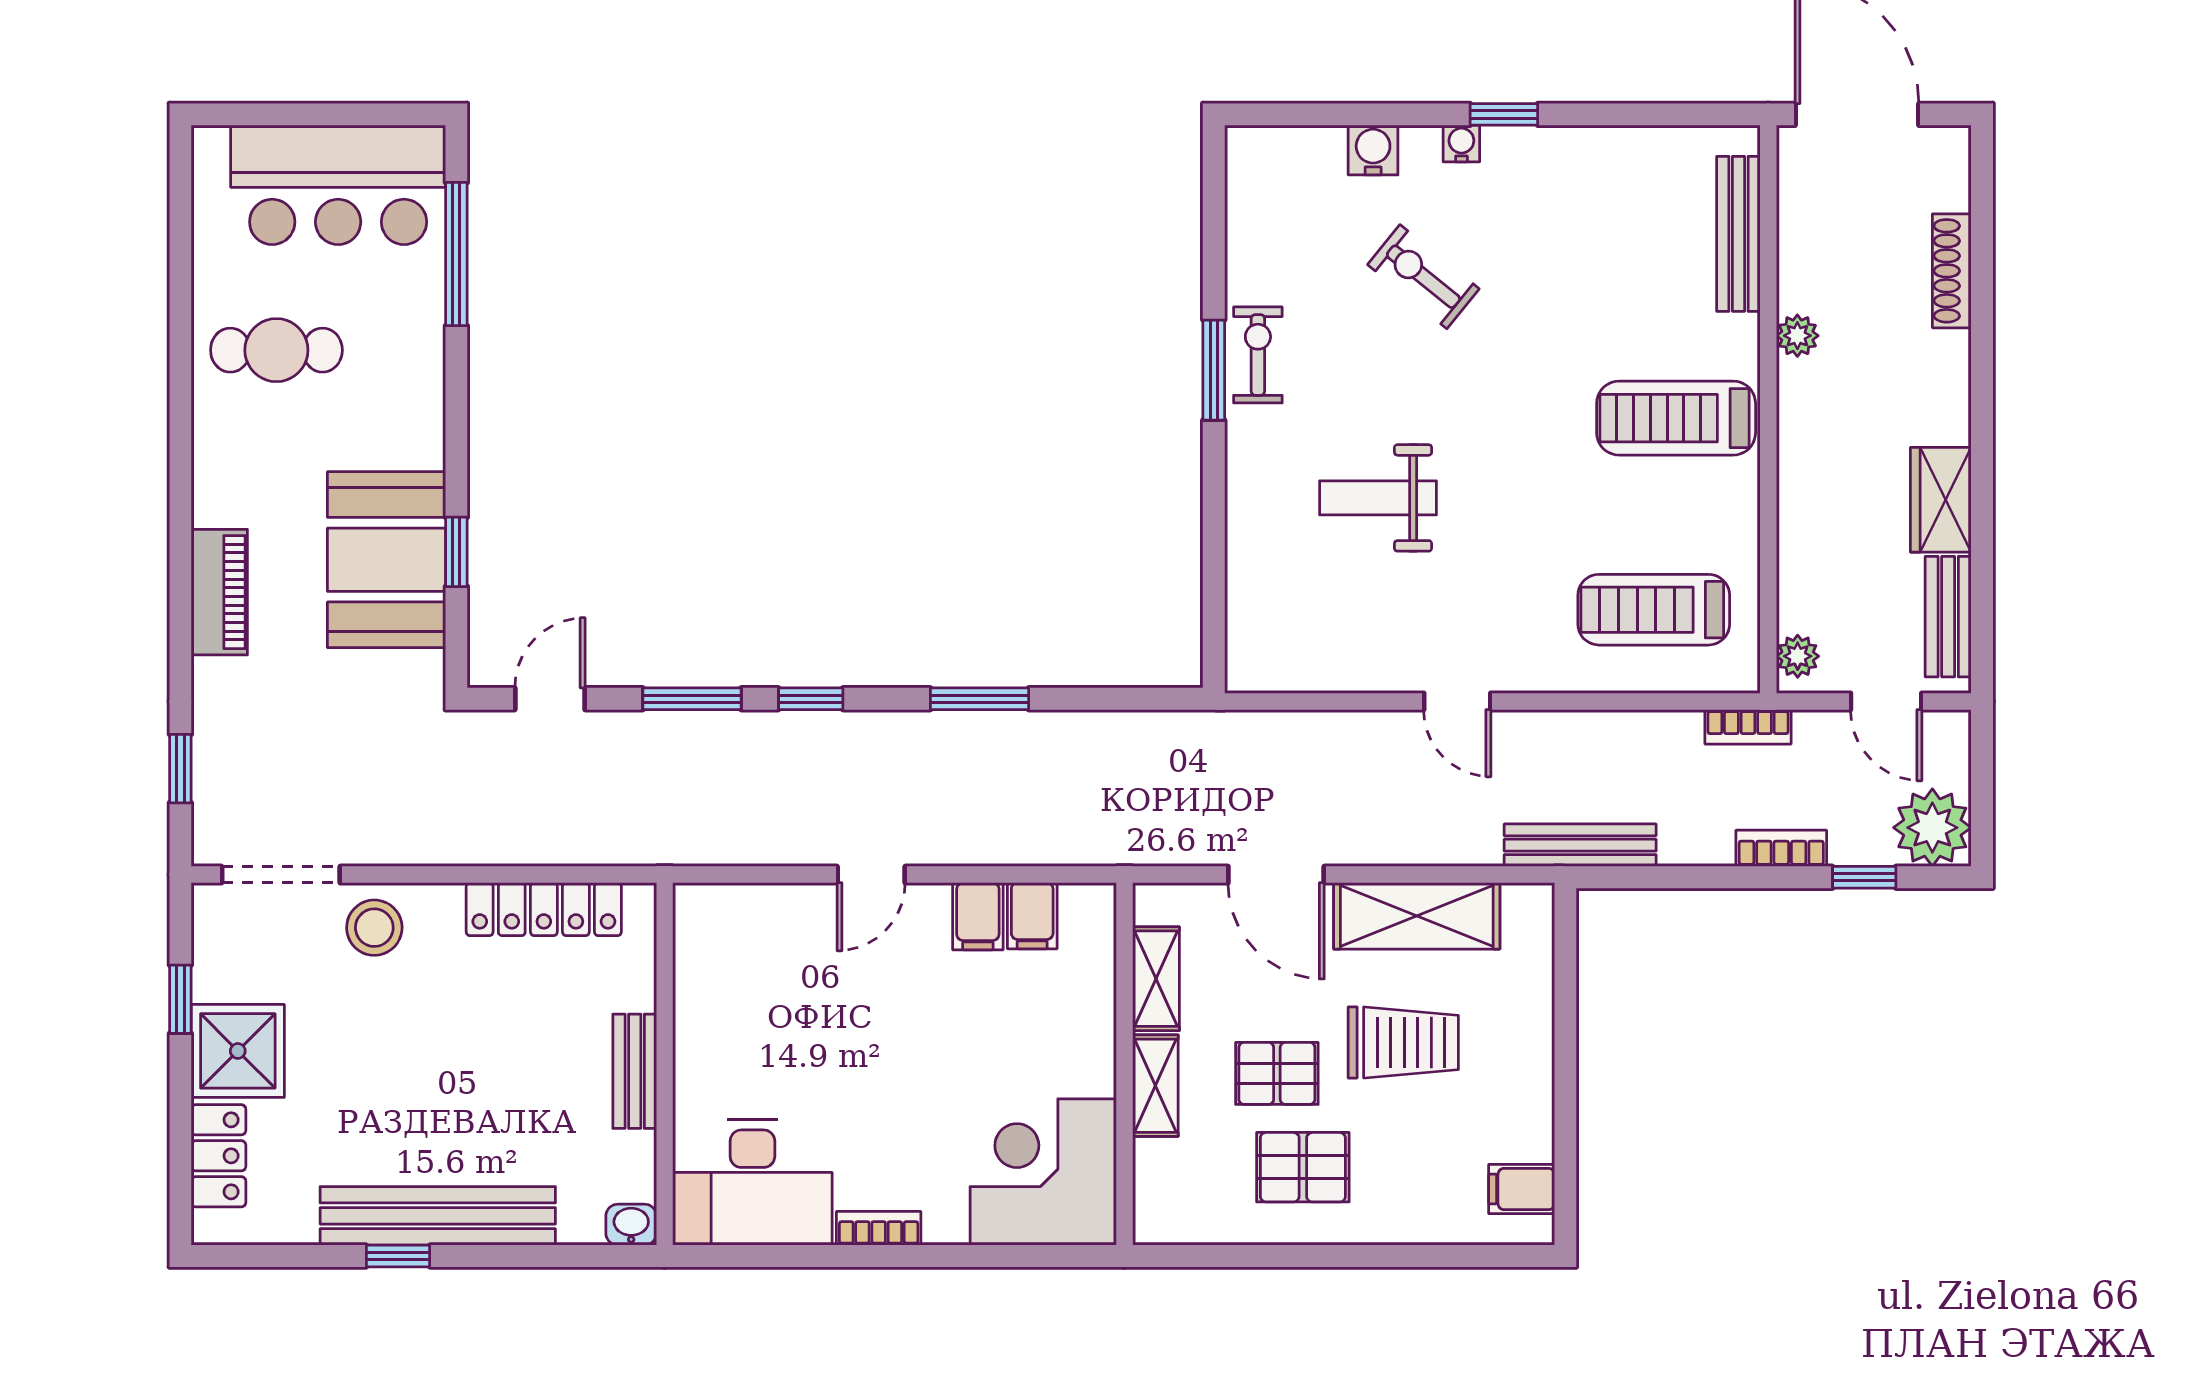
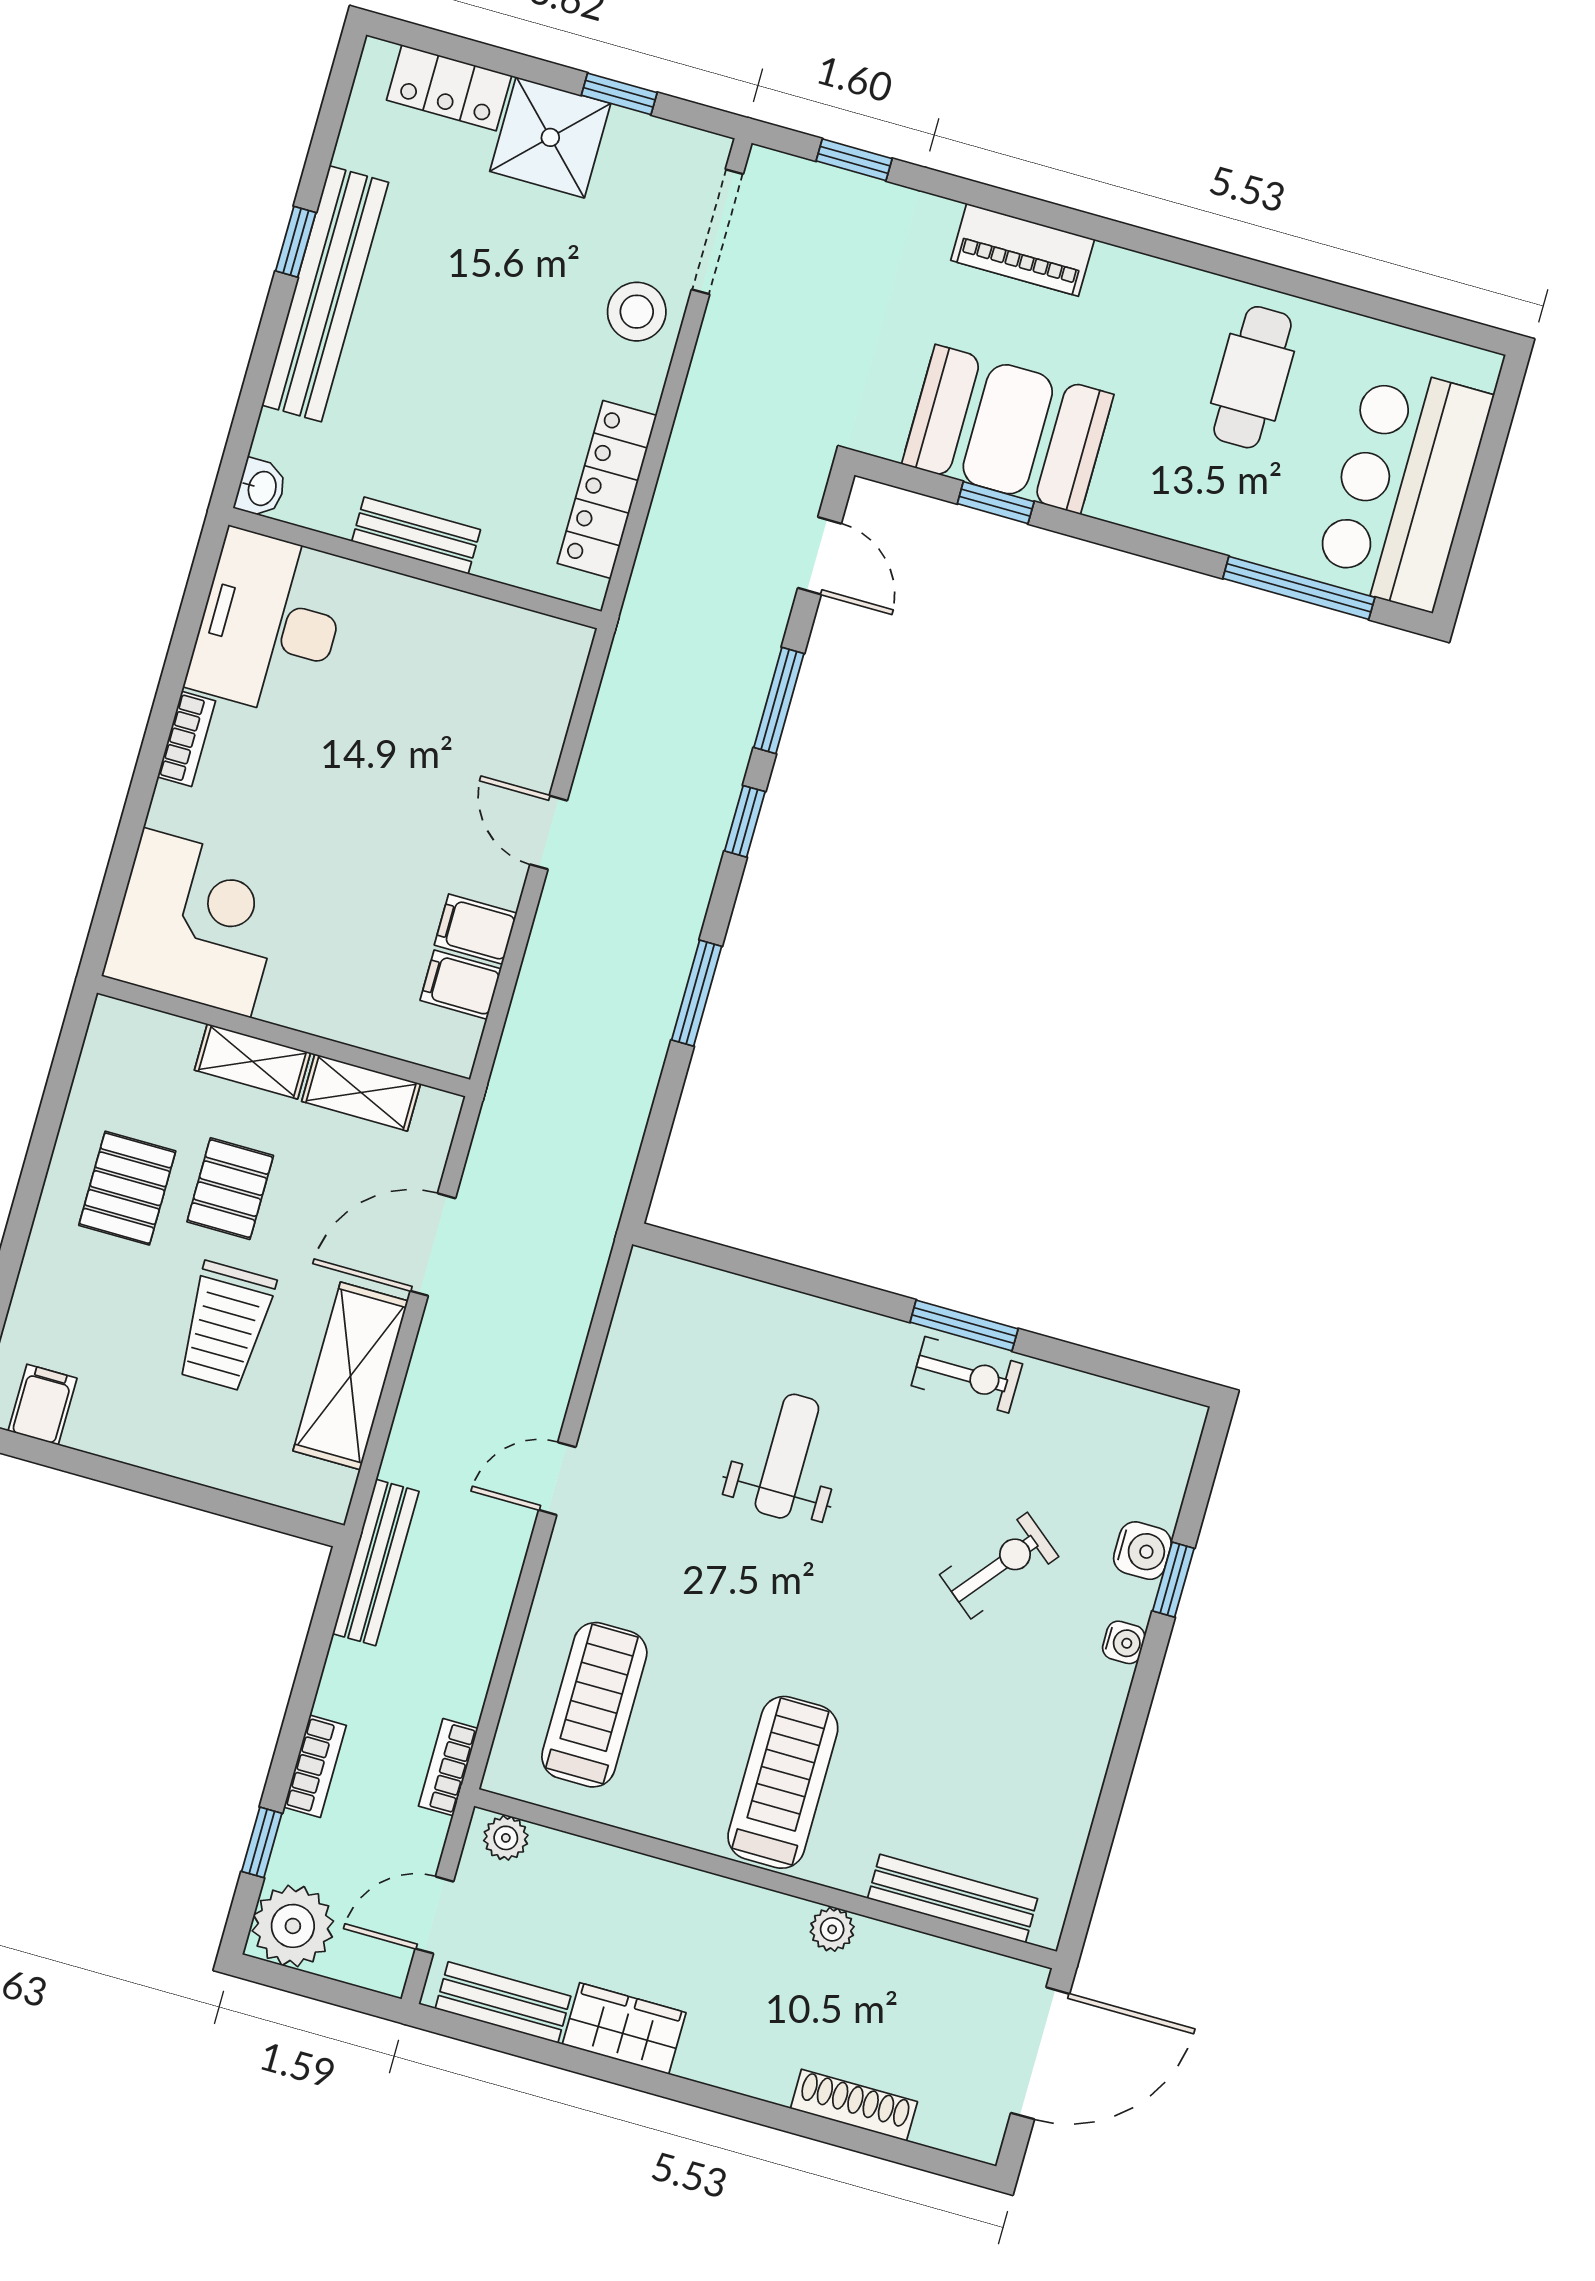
window: (1504, 114) -> (1173, 1580), moved

